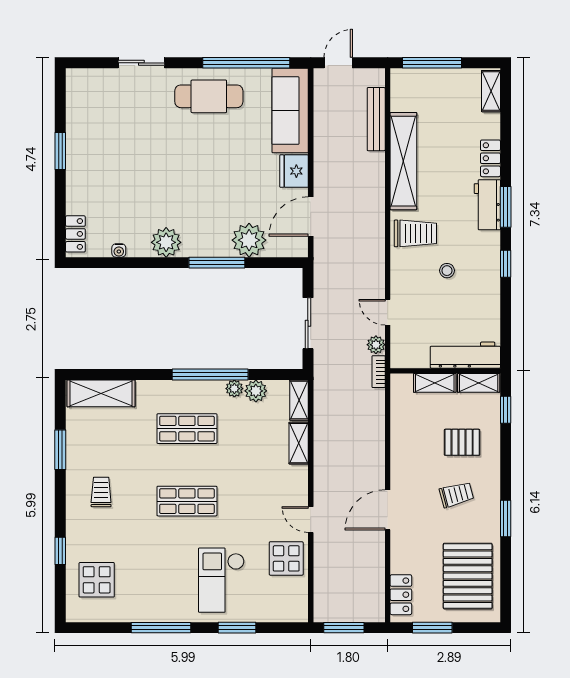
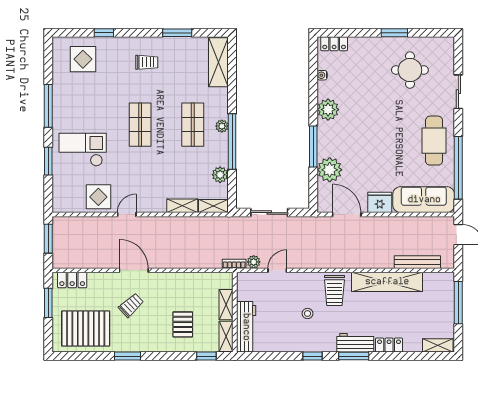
round table: (112, 129) -> (410, 70), added
plant: (234, 389) -> (222, 126), moved
trolley: (456, 495) -> (131, 305), moved, turned -118

